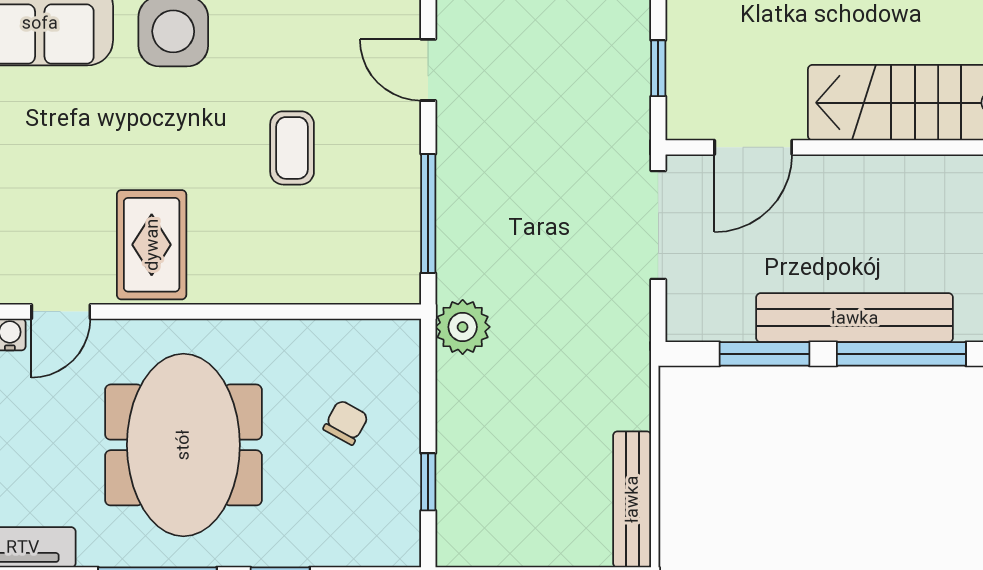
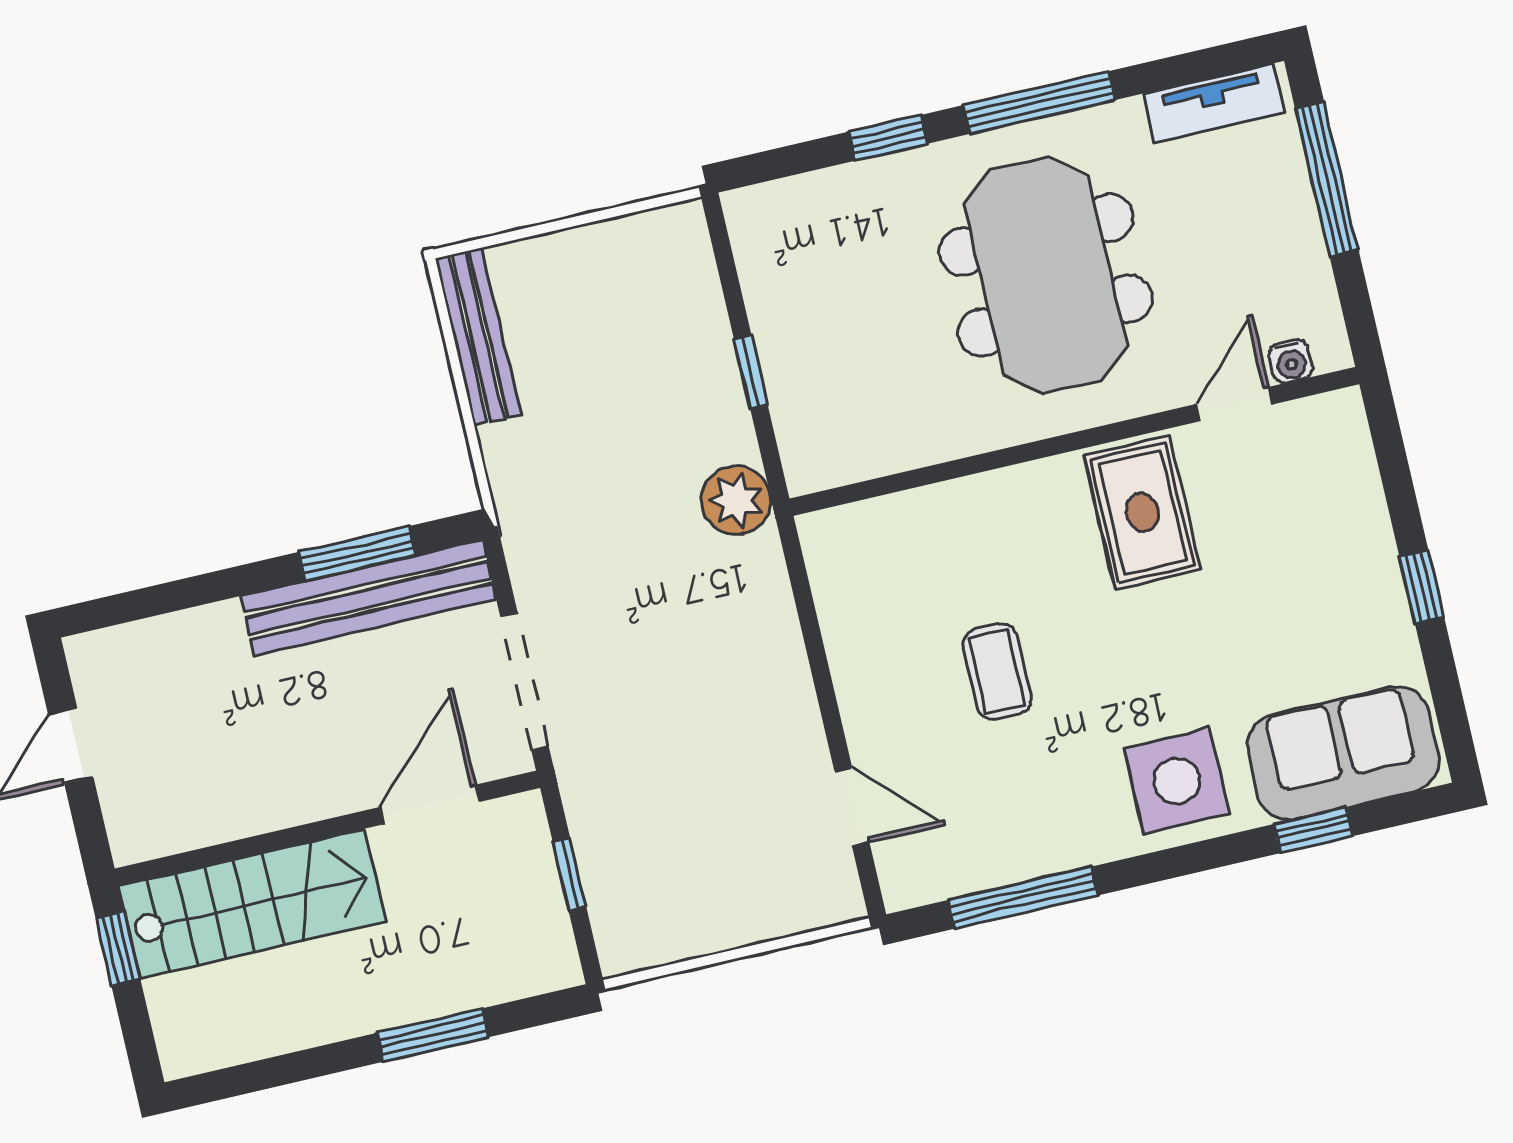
window: (428, 213) -> (811, 630), removed
bench: (855, 318) -> (368, 598), moved
window: (901, 354) -> (189, 593), removed
chair: (346, 422) -> (852, 349), removed
window: (428, 482) -> (751, 372), moved

